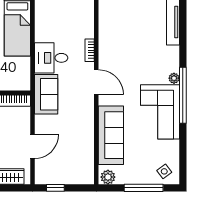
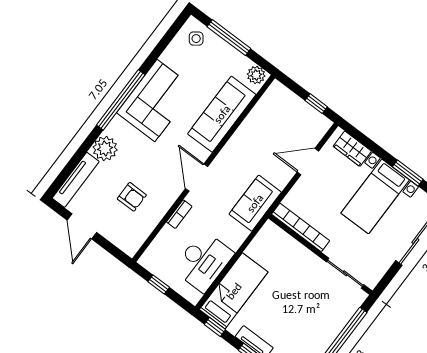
armchair: (129, 38) -> (132, 197), added
desk: (51, 58) -> (203, 261), moved, width x1.37
plant: (174, 78) -> (105, 148), moved, width x1.88, depth x1.88

